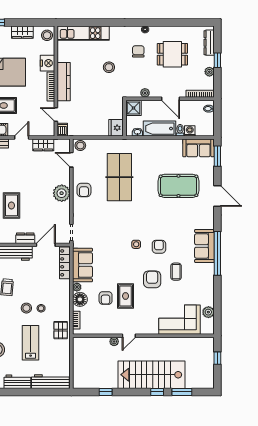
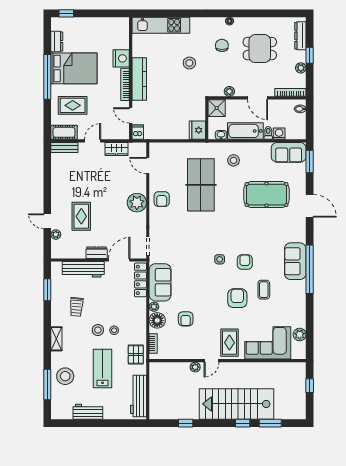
wardrobe: (22, 32) -> (93, 24), removed
stool: (47, 35) -> (121, 28), removed
stool: (80, 146) -> (234, 160), moved
rug: (126, 296) -> (229, 343), moved
workbench: (50, 382) -> (138, 396), moved, turned -90

